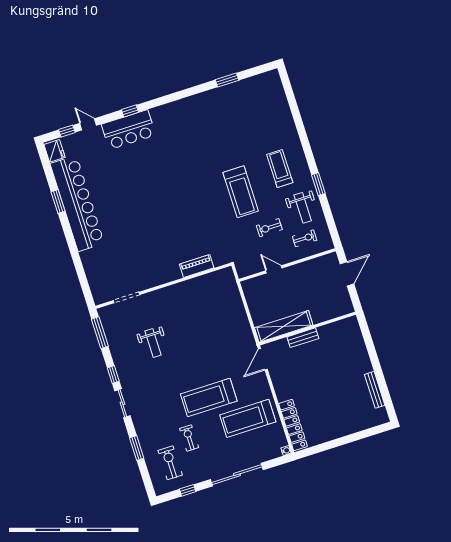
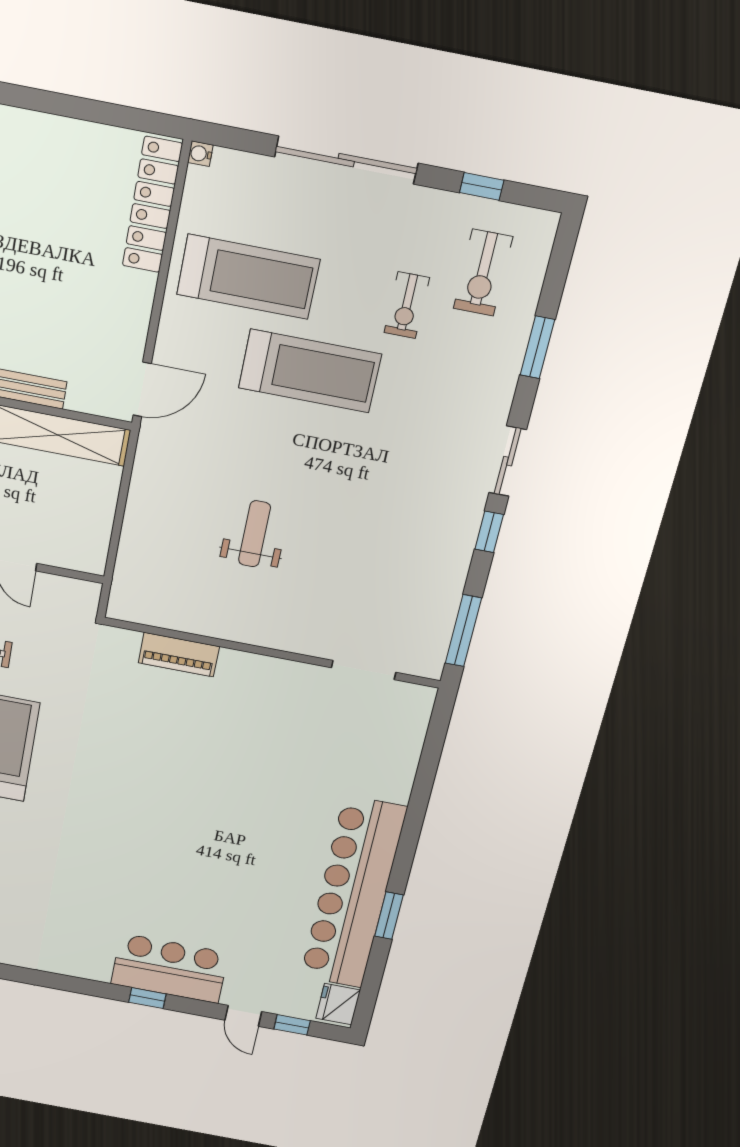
weight bench: (153, 343) -> (254, 534), moved

